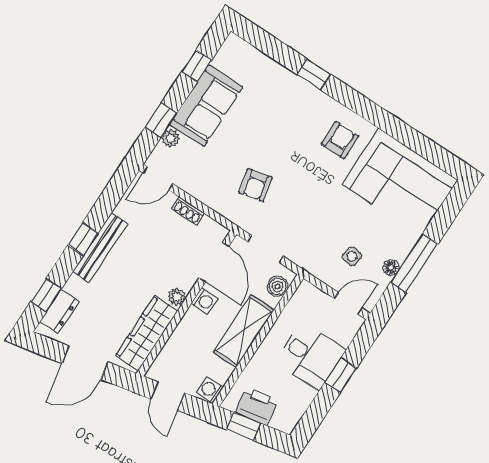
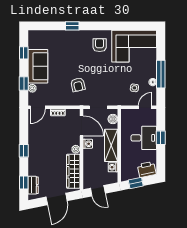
bench: (100, 248) -> (33, 150), removed
washing machine: (210, 390) -> (113, 167), moved
printer: (257, 406) -> (147, 169), moved

